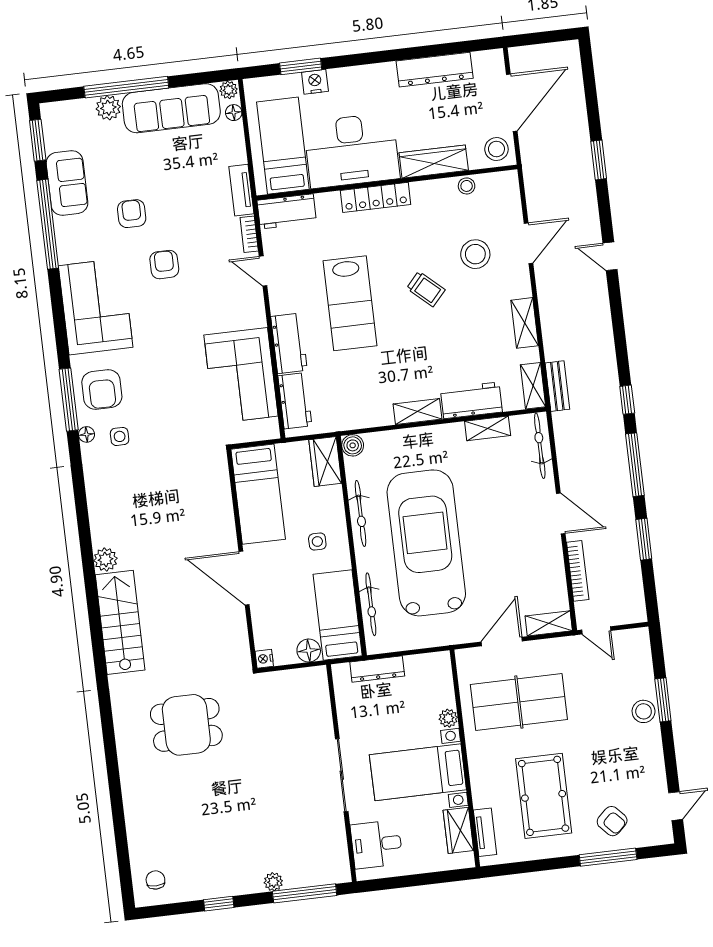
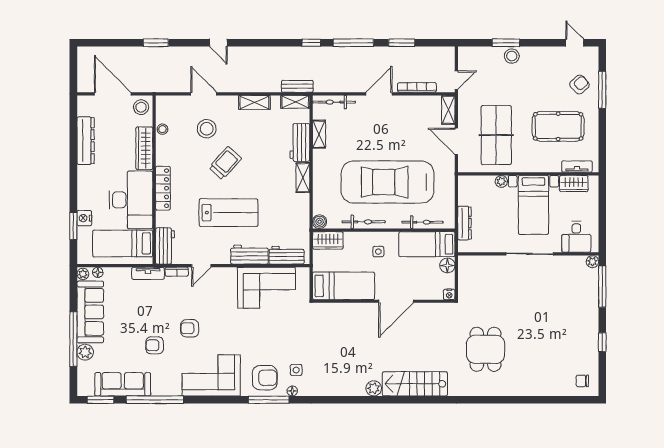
sofa: (67, 183) -> (123, 384), width x1.36
door: (610, 256) -> (218, 43), hinge flipped
trolley: (426, 289) -> (225, 163), width x1.36, depth x1.39
plant: (273, 882) -> (592, 262), moved

